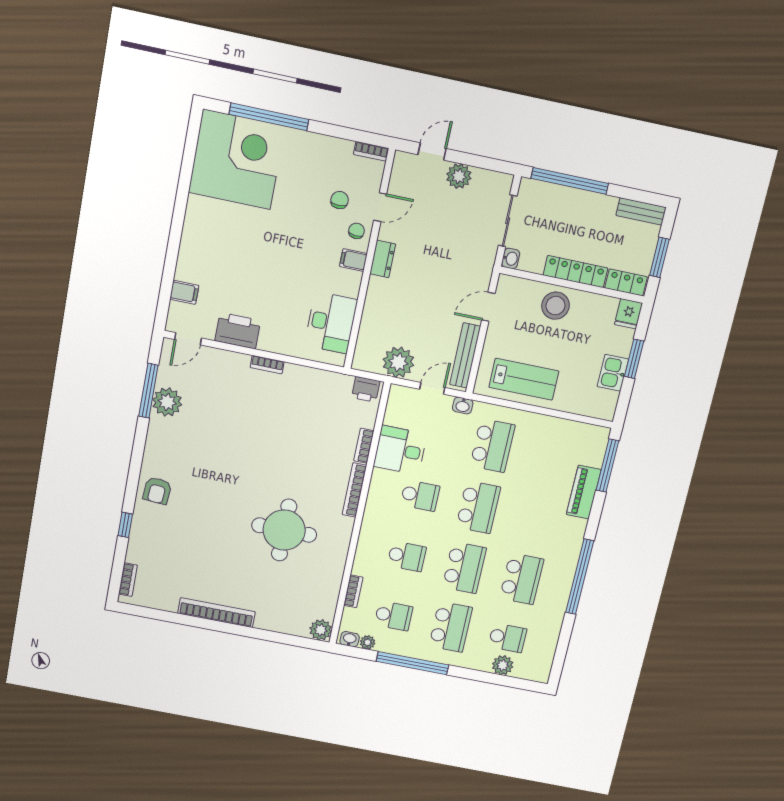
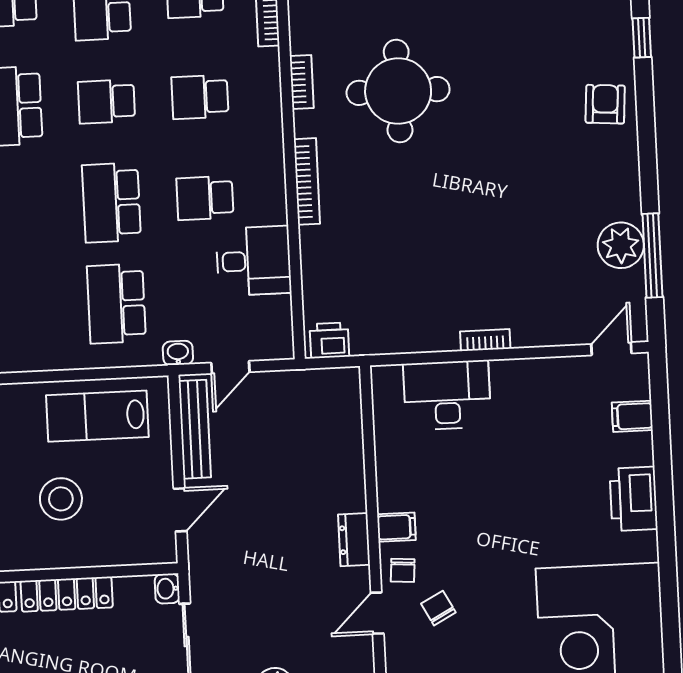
chair: (340, 200) -> (438, 608), turned 152
stool: (556, 306) -> (61, 499), moved
desk: (331, 323) -> (447, 395), moved, turned 90
printer: (238, 331) -> (634, 499), moved, turned 90
plant: (398, 362) -> (291, 394), removed
bookcase: (364, 446) -> (302, 82), moved
school desk: (464, 568) -> (107, 102), width x0.54

